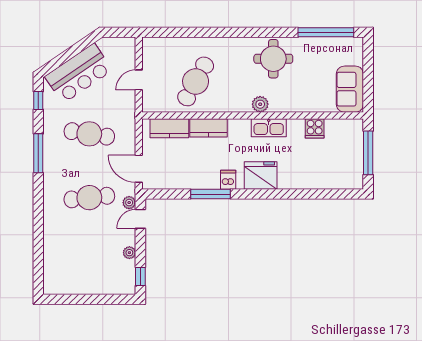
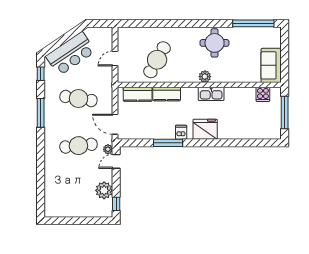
cooker: (315, 128) -> (263, 94), moved
plant: (129, 253) -> (104, 190), width x1.87, depth x1.87

